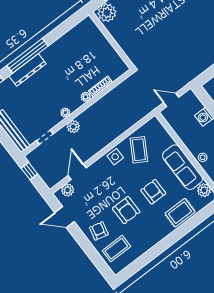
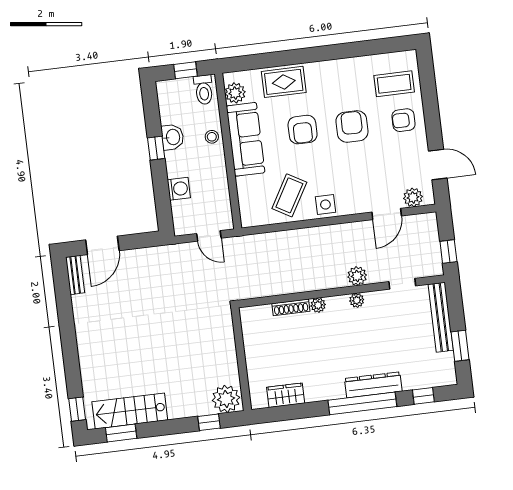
wardrobe: (74, 35) -> (286, 395), added
armchair: (99, 231) -> (403, 120), turned 76

